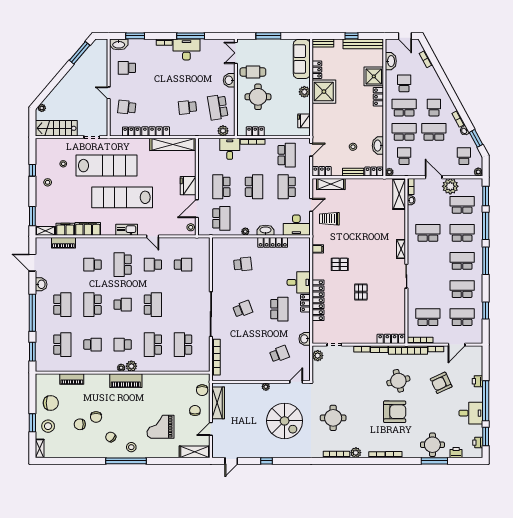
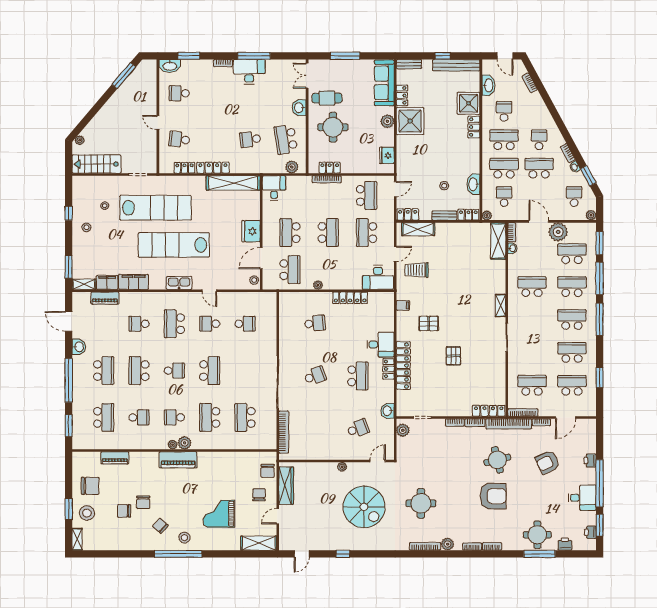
desk: (230, 149) -> (274, 188), moved
washbasin: (266, 230) -> (342, 284), removed

